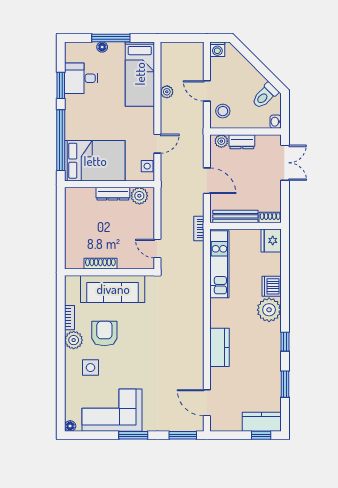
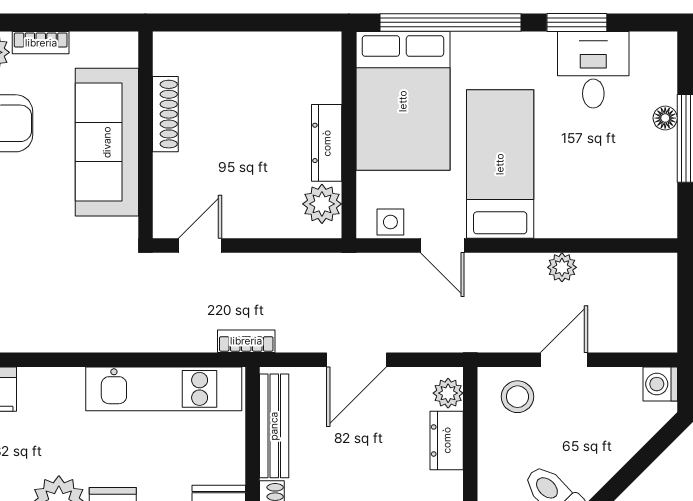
bed: (140, 74) -> (500, 164), moved, turned 90

